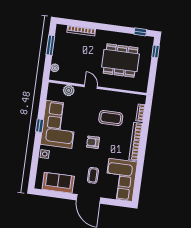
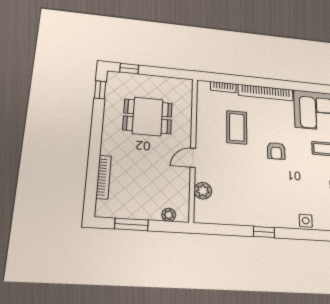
dining table: (121, 61) -> (148, 116), width x0.73
corner sofa: (59, 124) -> (257, 202), removed

